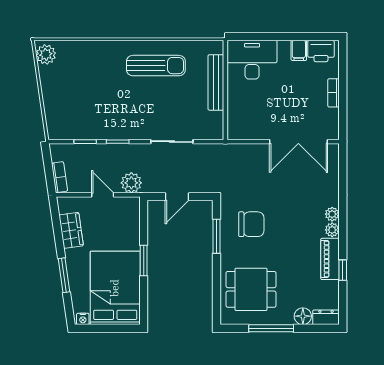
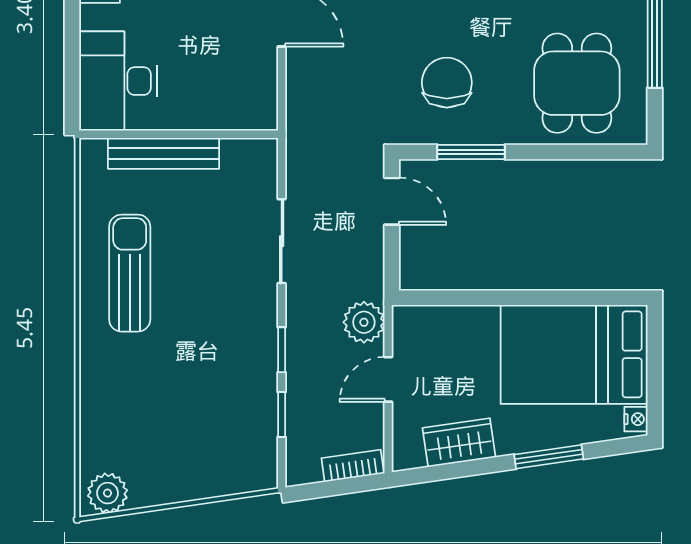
door: (177, 197) -> (392, 201), moved
window: (144, 260) -> (519, 298), removed

